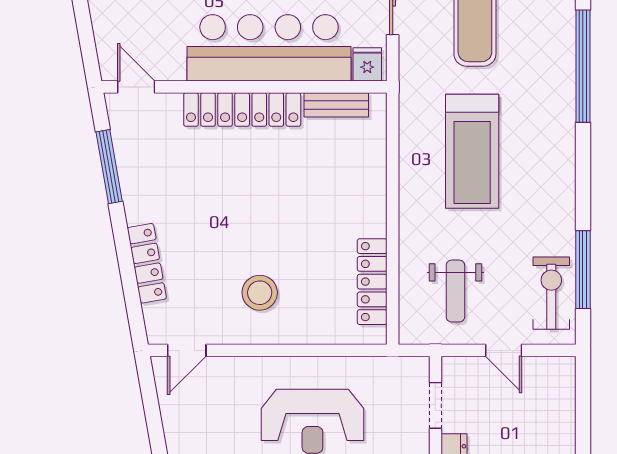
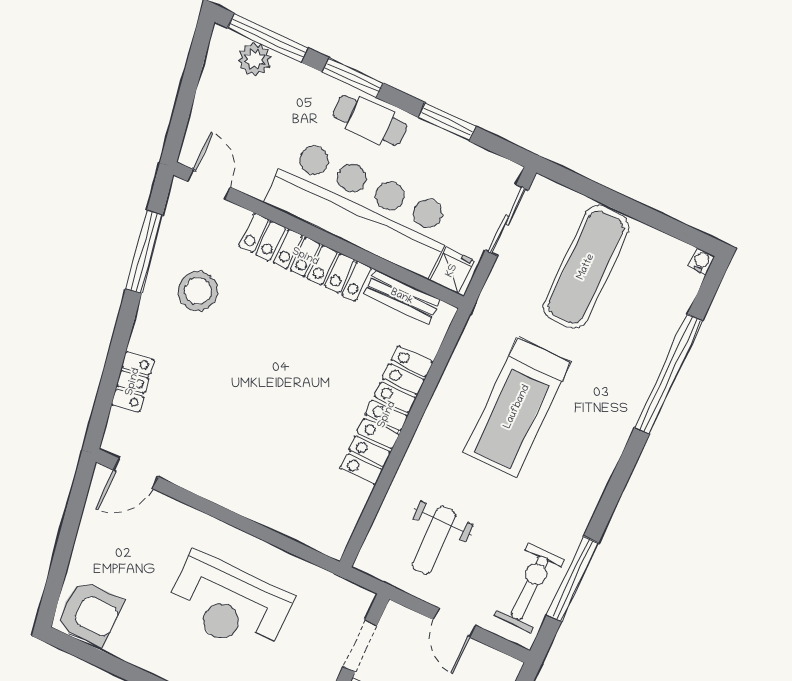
locker: (147, 263) -> (133, 382), width x0.66
locker: (372, 282) -> (387, 415), moved, width x1.41, depth x1.21
stool: (260, 293) -> (198, 291), moved

